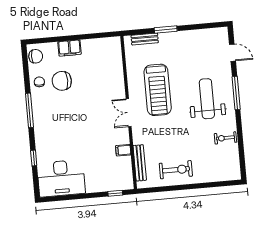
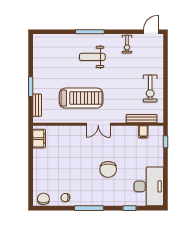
filing cabinet: (70, 48) -> (39, 139), moved
door: (233, 53) -> (151, 32), moved
chair: (62, 81) -> (108, 169), moved
weight bench: (207, 99) -> (92, 57), width x0.73, depth x0.75
filing cabinet: (123, 150) -> (143, 132), moved
exercise bike: (176, 170) -> (150, 89), turned 180

